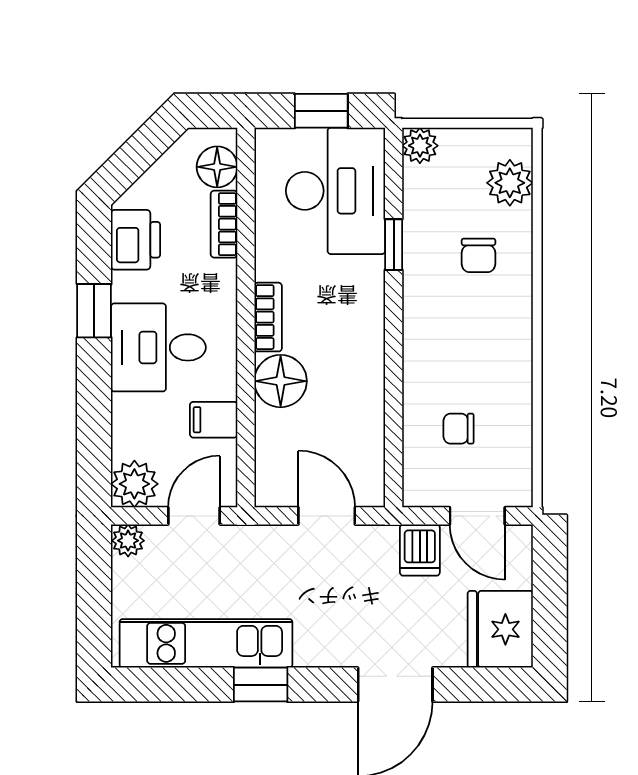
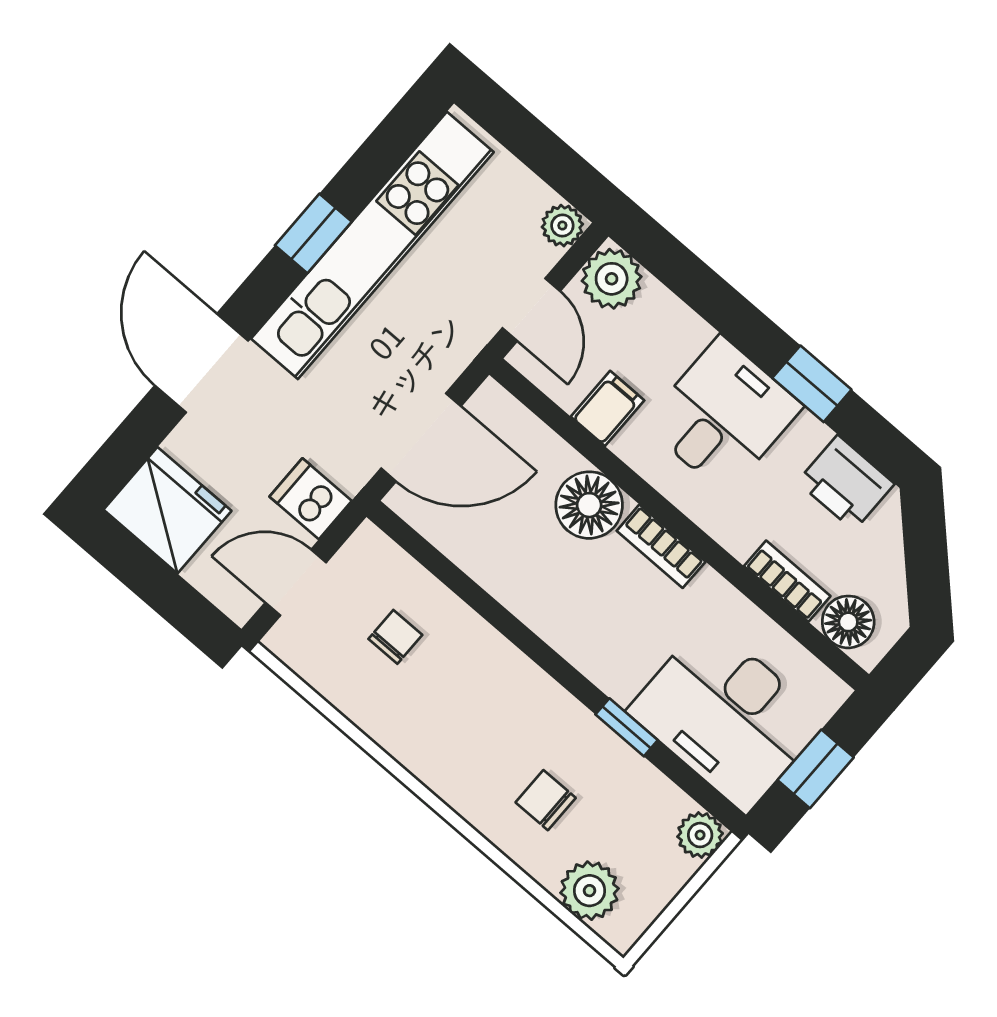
door: (327, 516) -> (421, 437), width x1.38
kitchen unit: (206, 643) -> (372, 245), width x1.36

